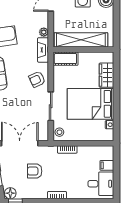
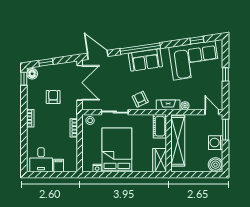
wardrobe: (106, 75) -> (160, 160), moved, turned -90

